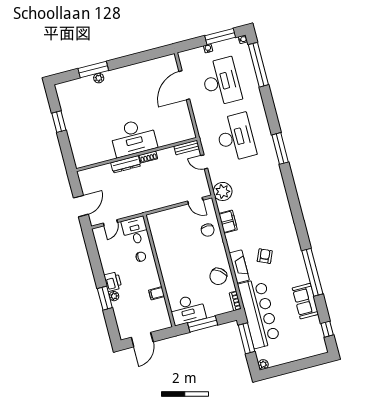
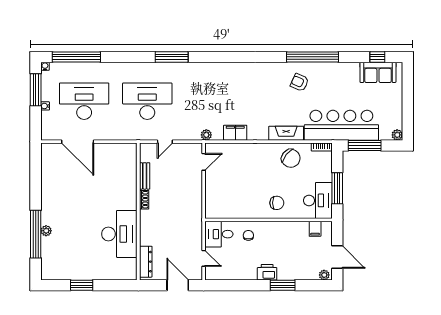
window: (93, 70) -> (36, 234), width x1.46
desk: (133, 138) -> (119, 234), moved
bench: (187, 147) -> (145, 176), moved
dresser: (126, 164) -> (146, 262), moved
plant: (223, 191) -> (206, 135), width x0.53, depth x0.53
chair: (208, 230) -> (277, 203), moved
armchair: (265, 256) -> (300, 82), moved
filing cabinet: (157, 293) -> (315, 229), moved
plant: (114, 296) -> (324, 275), moved
sofa: (305, 301) -> (378, 72), moved

